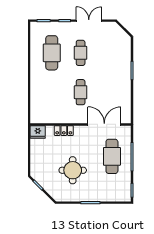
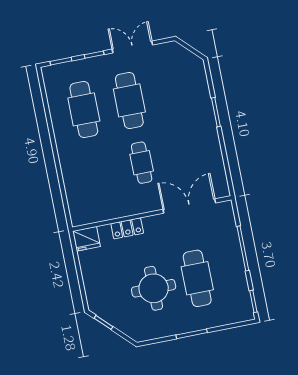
cafe table: (81, 53) -> (129, 100), width x1.37, depth x1.35
cafe table: (112, 156) -> (197, 278), moved

